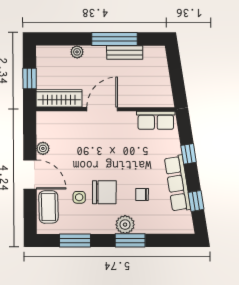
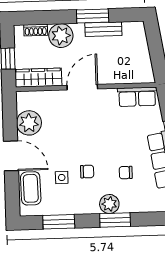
window: (114, 39) -> (93, 16), width x0.69
shoe rack: (58, 51) -> (36, 30), added
plant: (77, 52) -> (61, 36), width x1.88, depth x1.88
plant: (43, 148) -> (29, 123), width x1.88, depth x1.88
chair: (104, 192) -> (87, 172), width x0.54, depth x0.54

